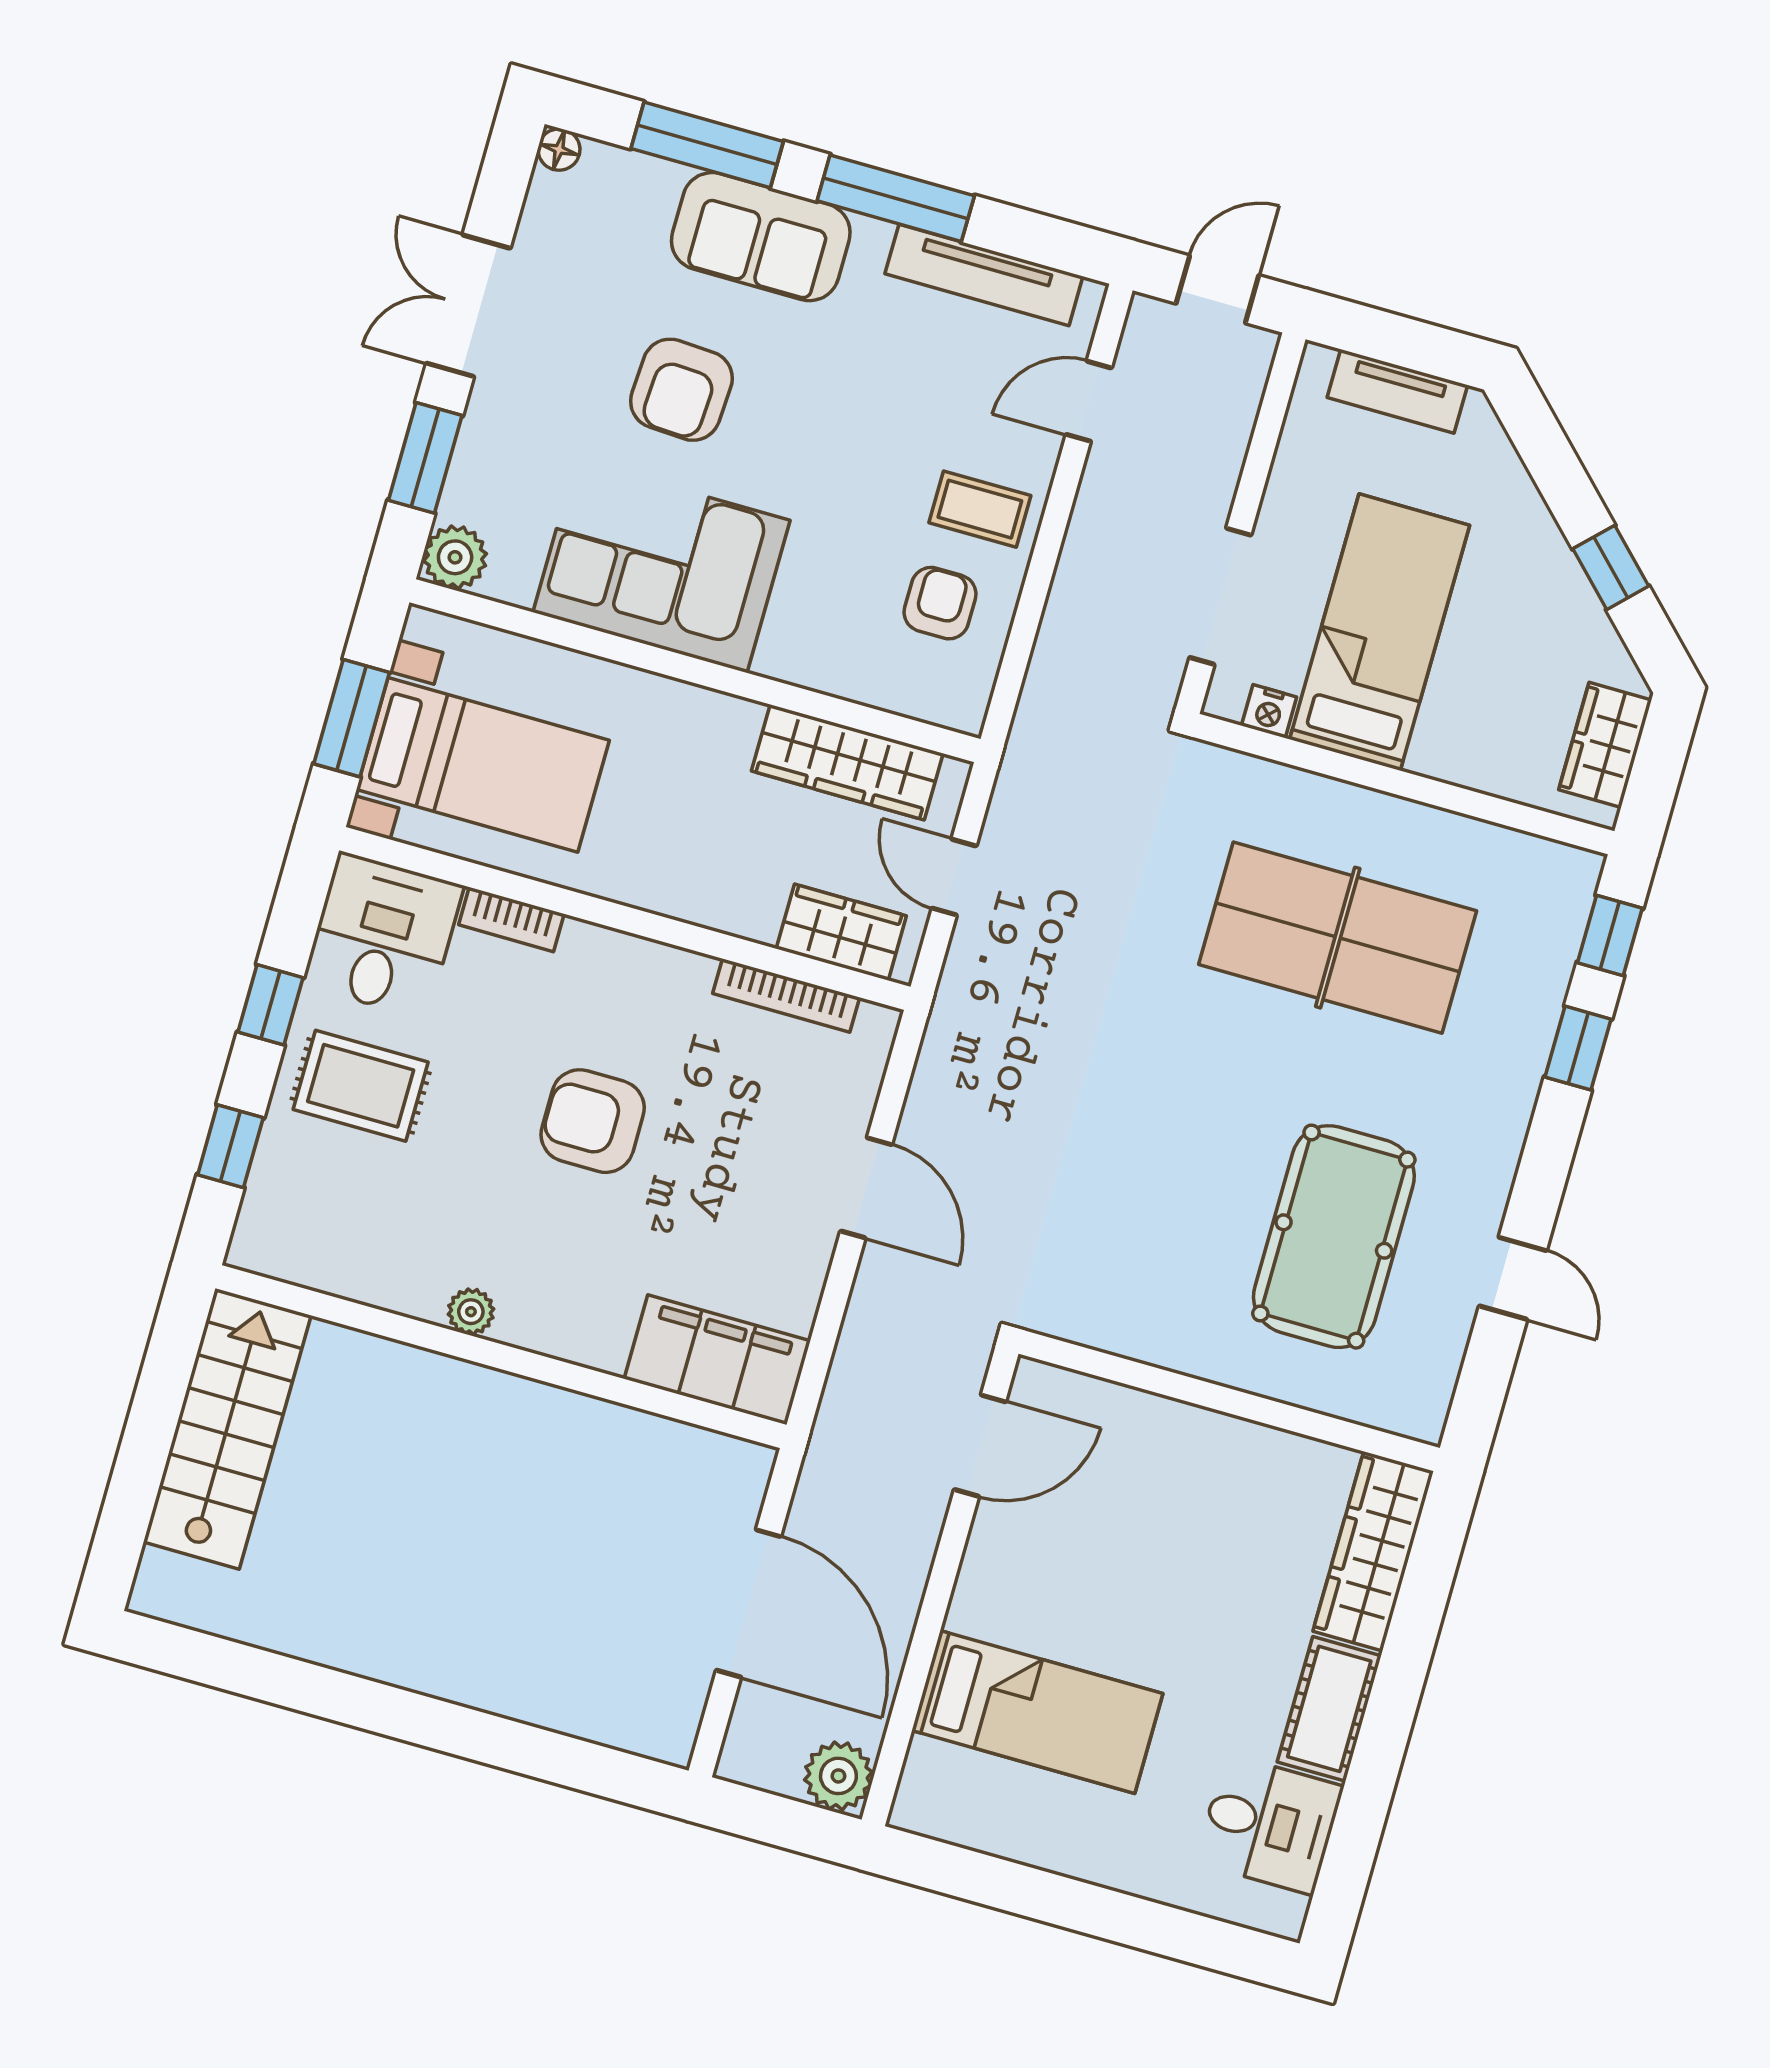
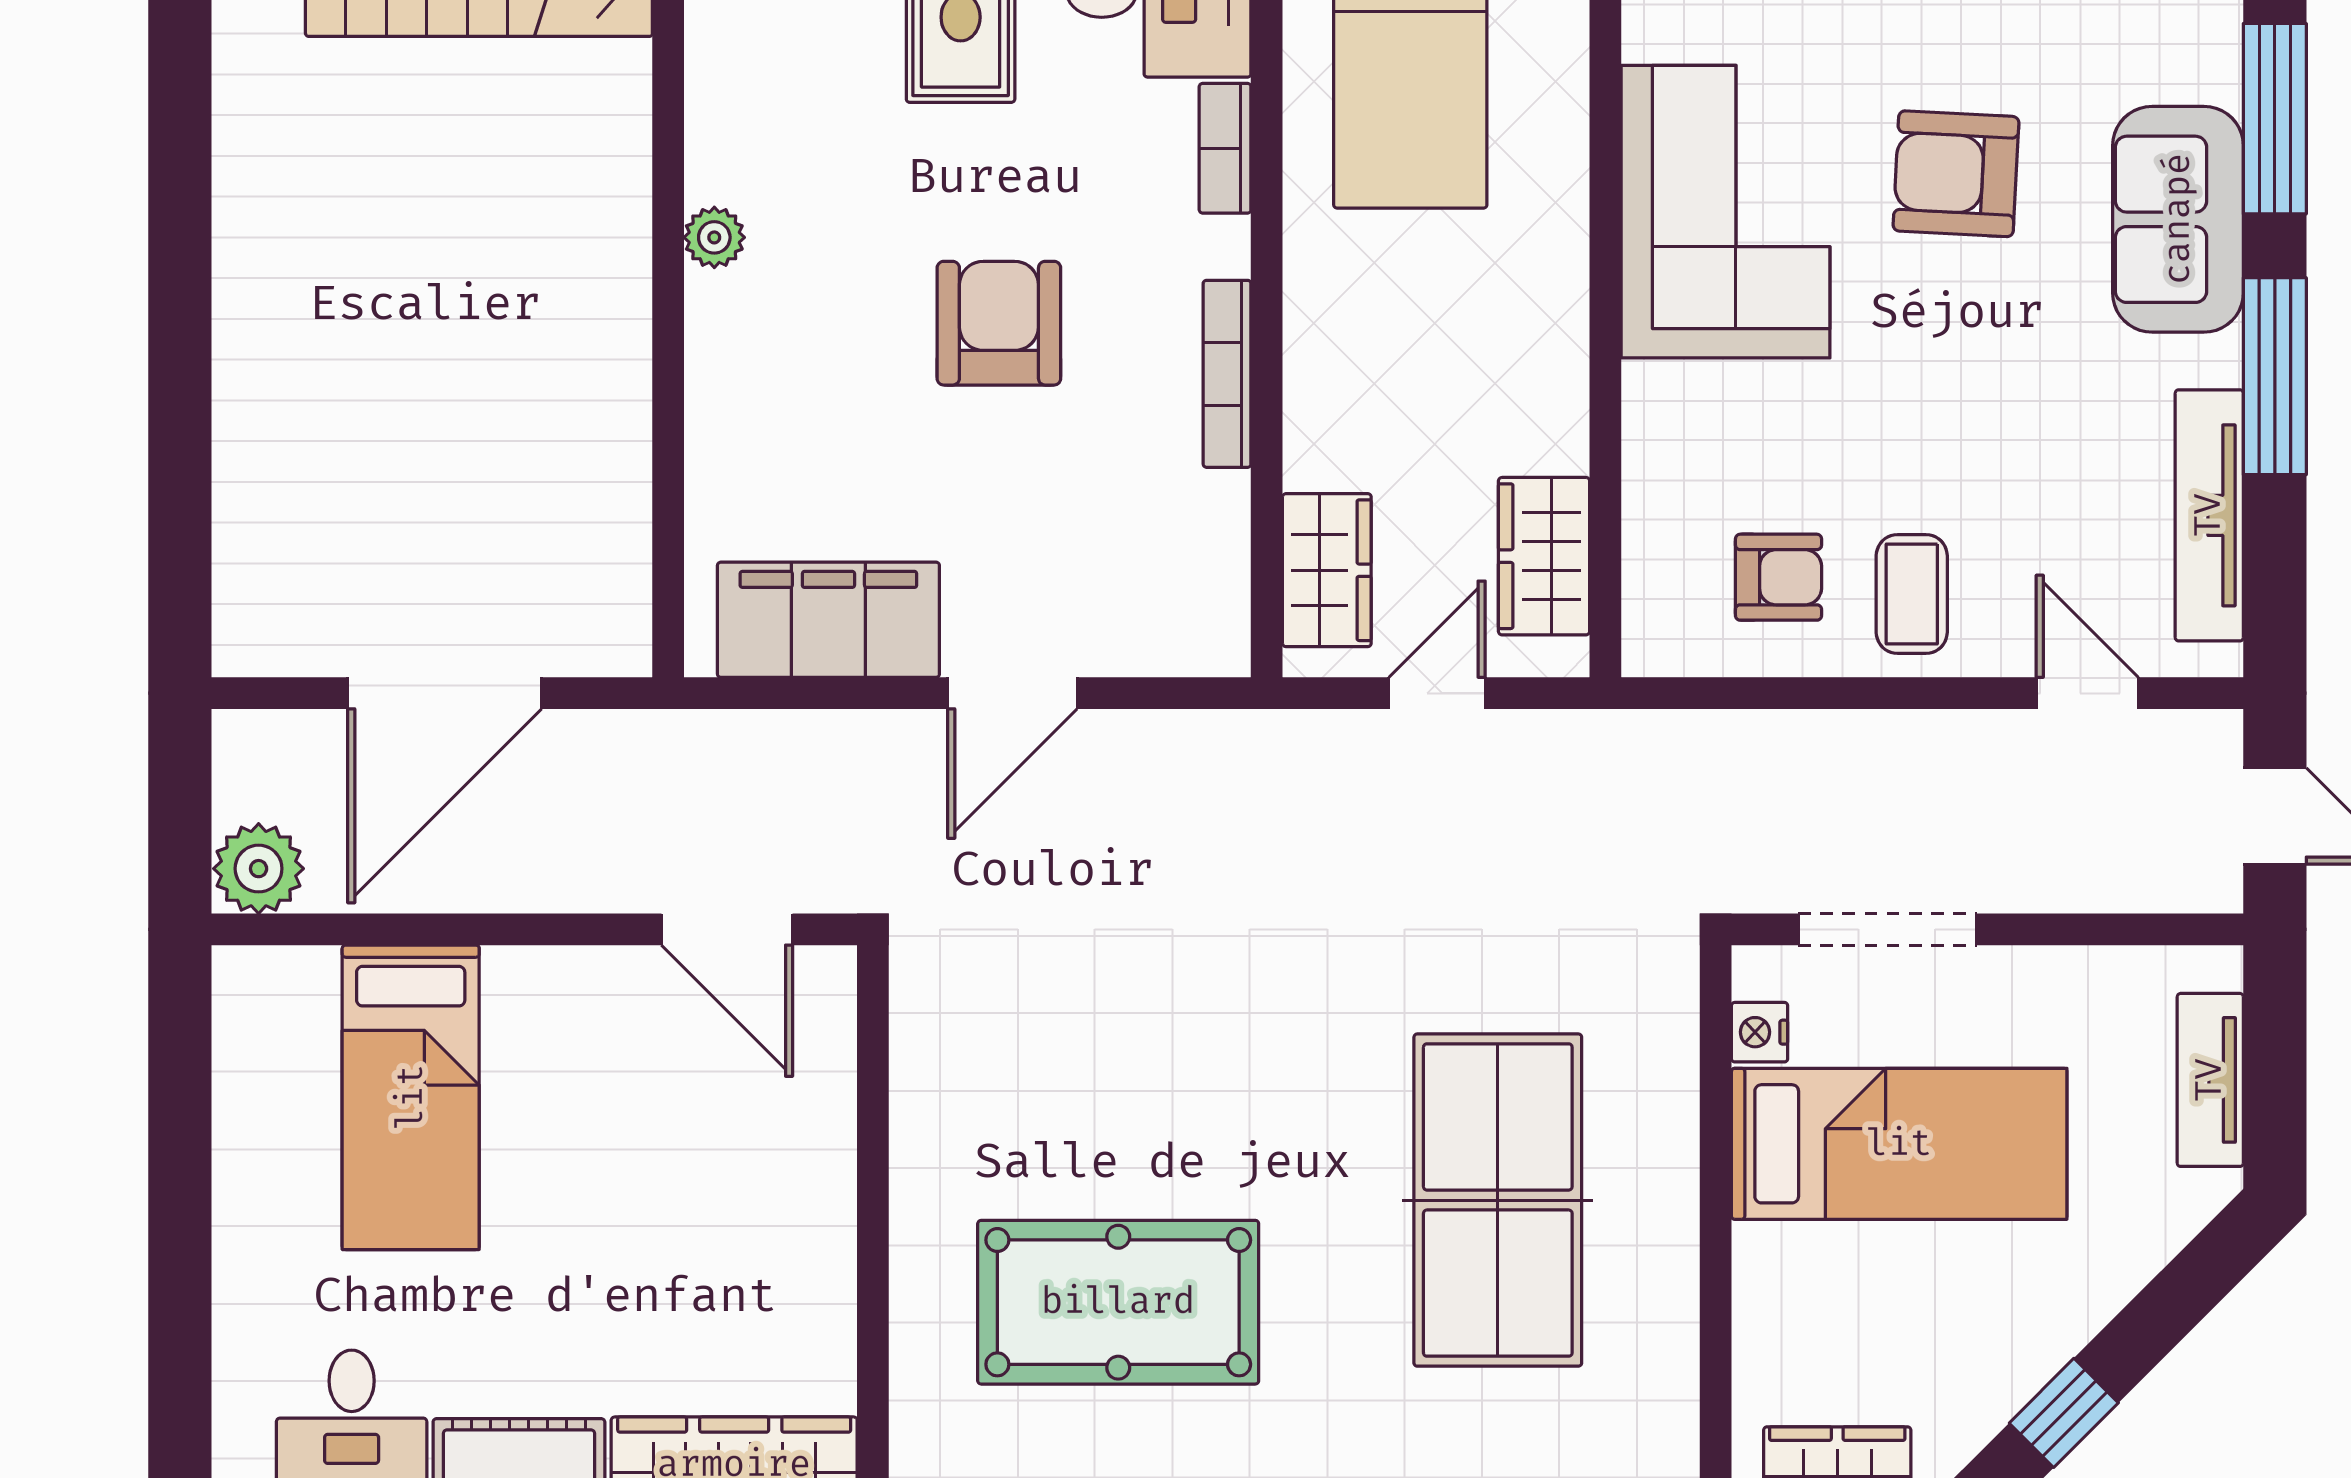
wardrobe: (847, 762) -> (1544, 556), width x0.67
bookcase: (786, 996) -> (1227, 374), moved
filing cabinet: (717, 1360) -> (828, 620), moved, turned -90

